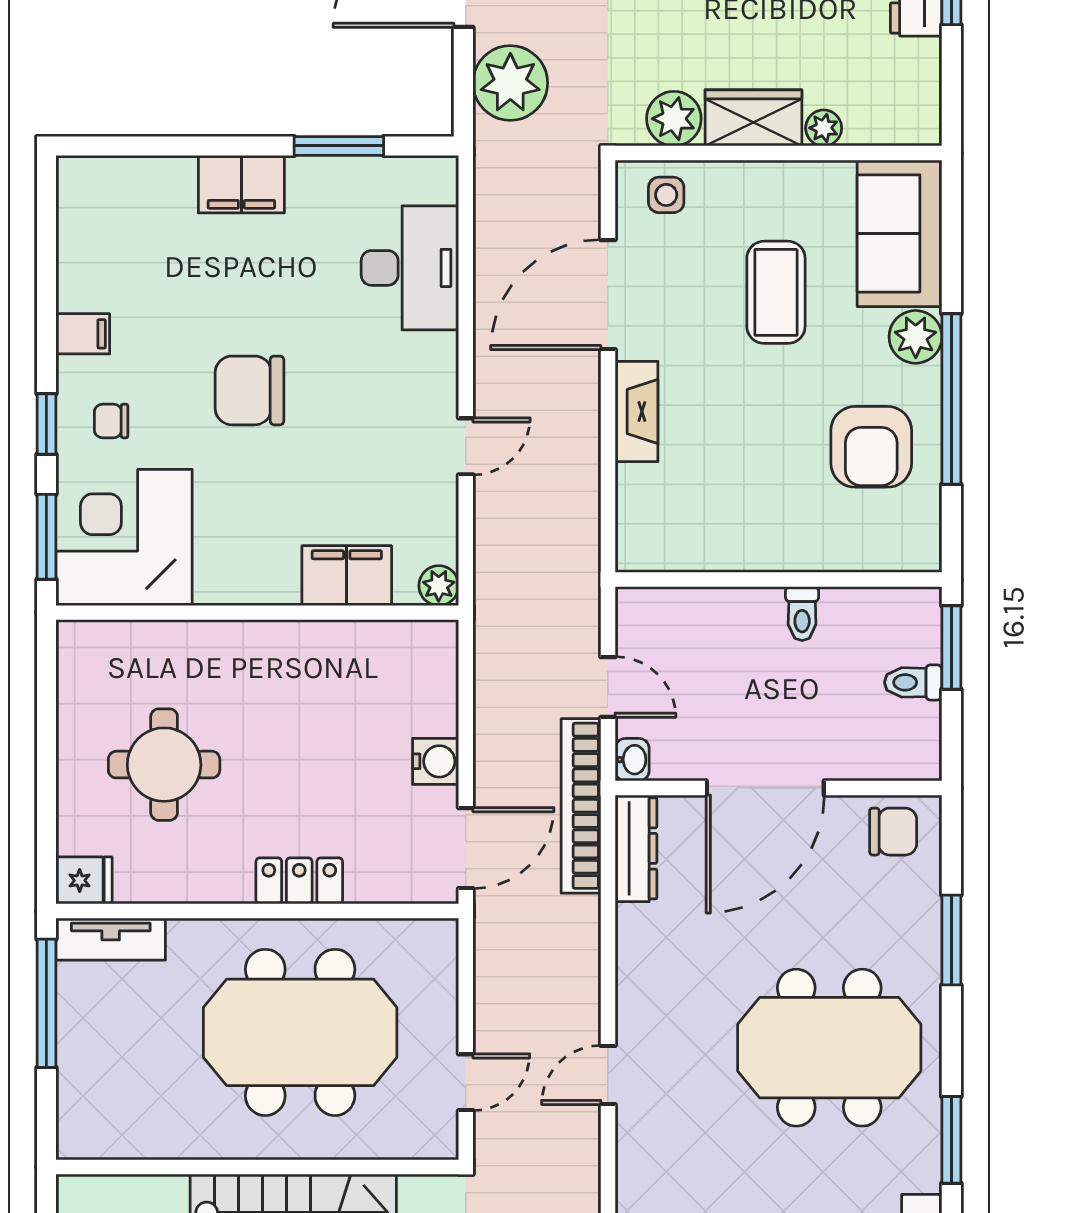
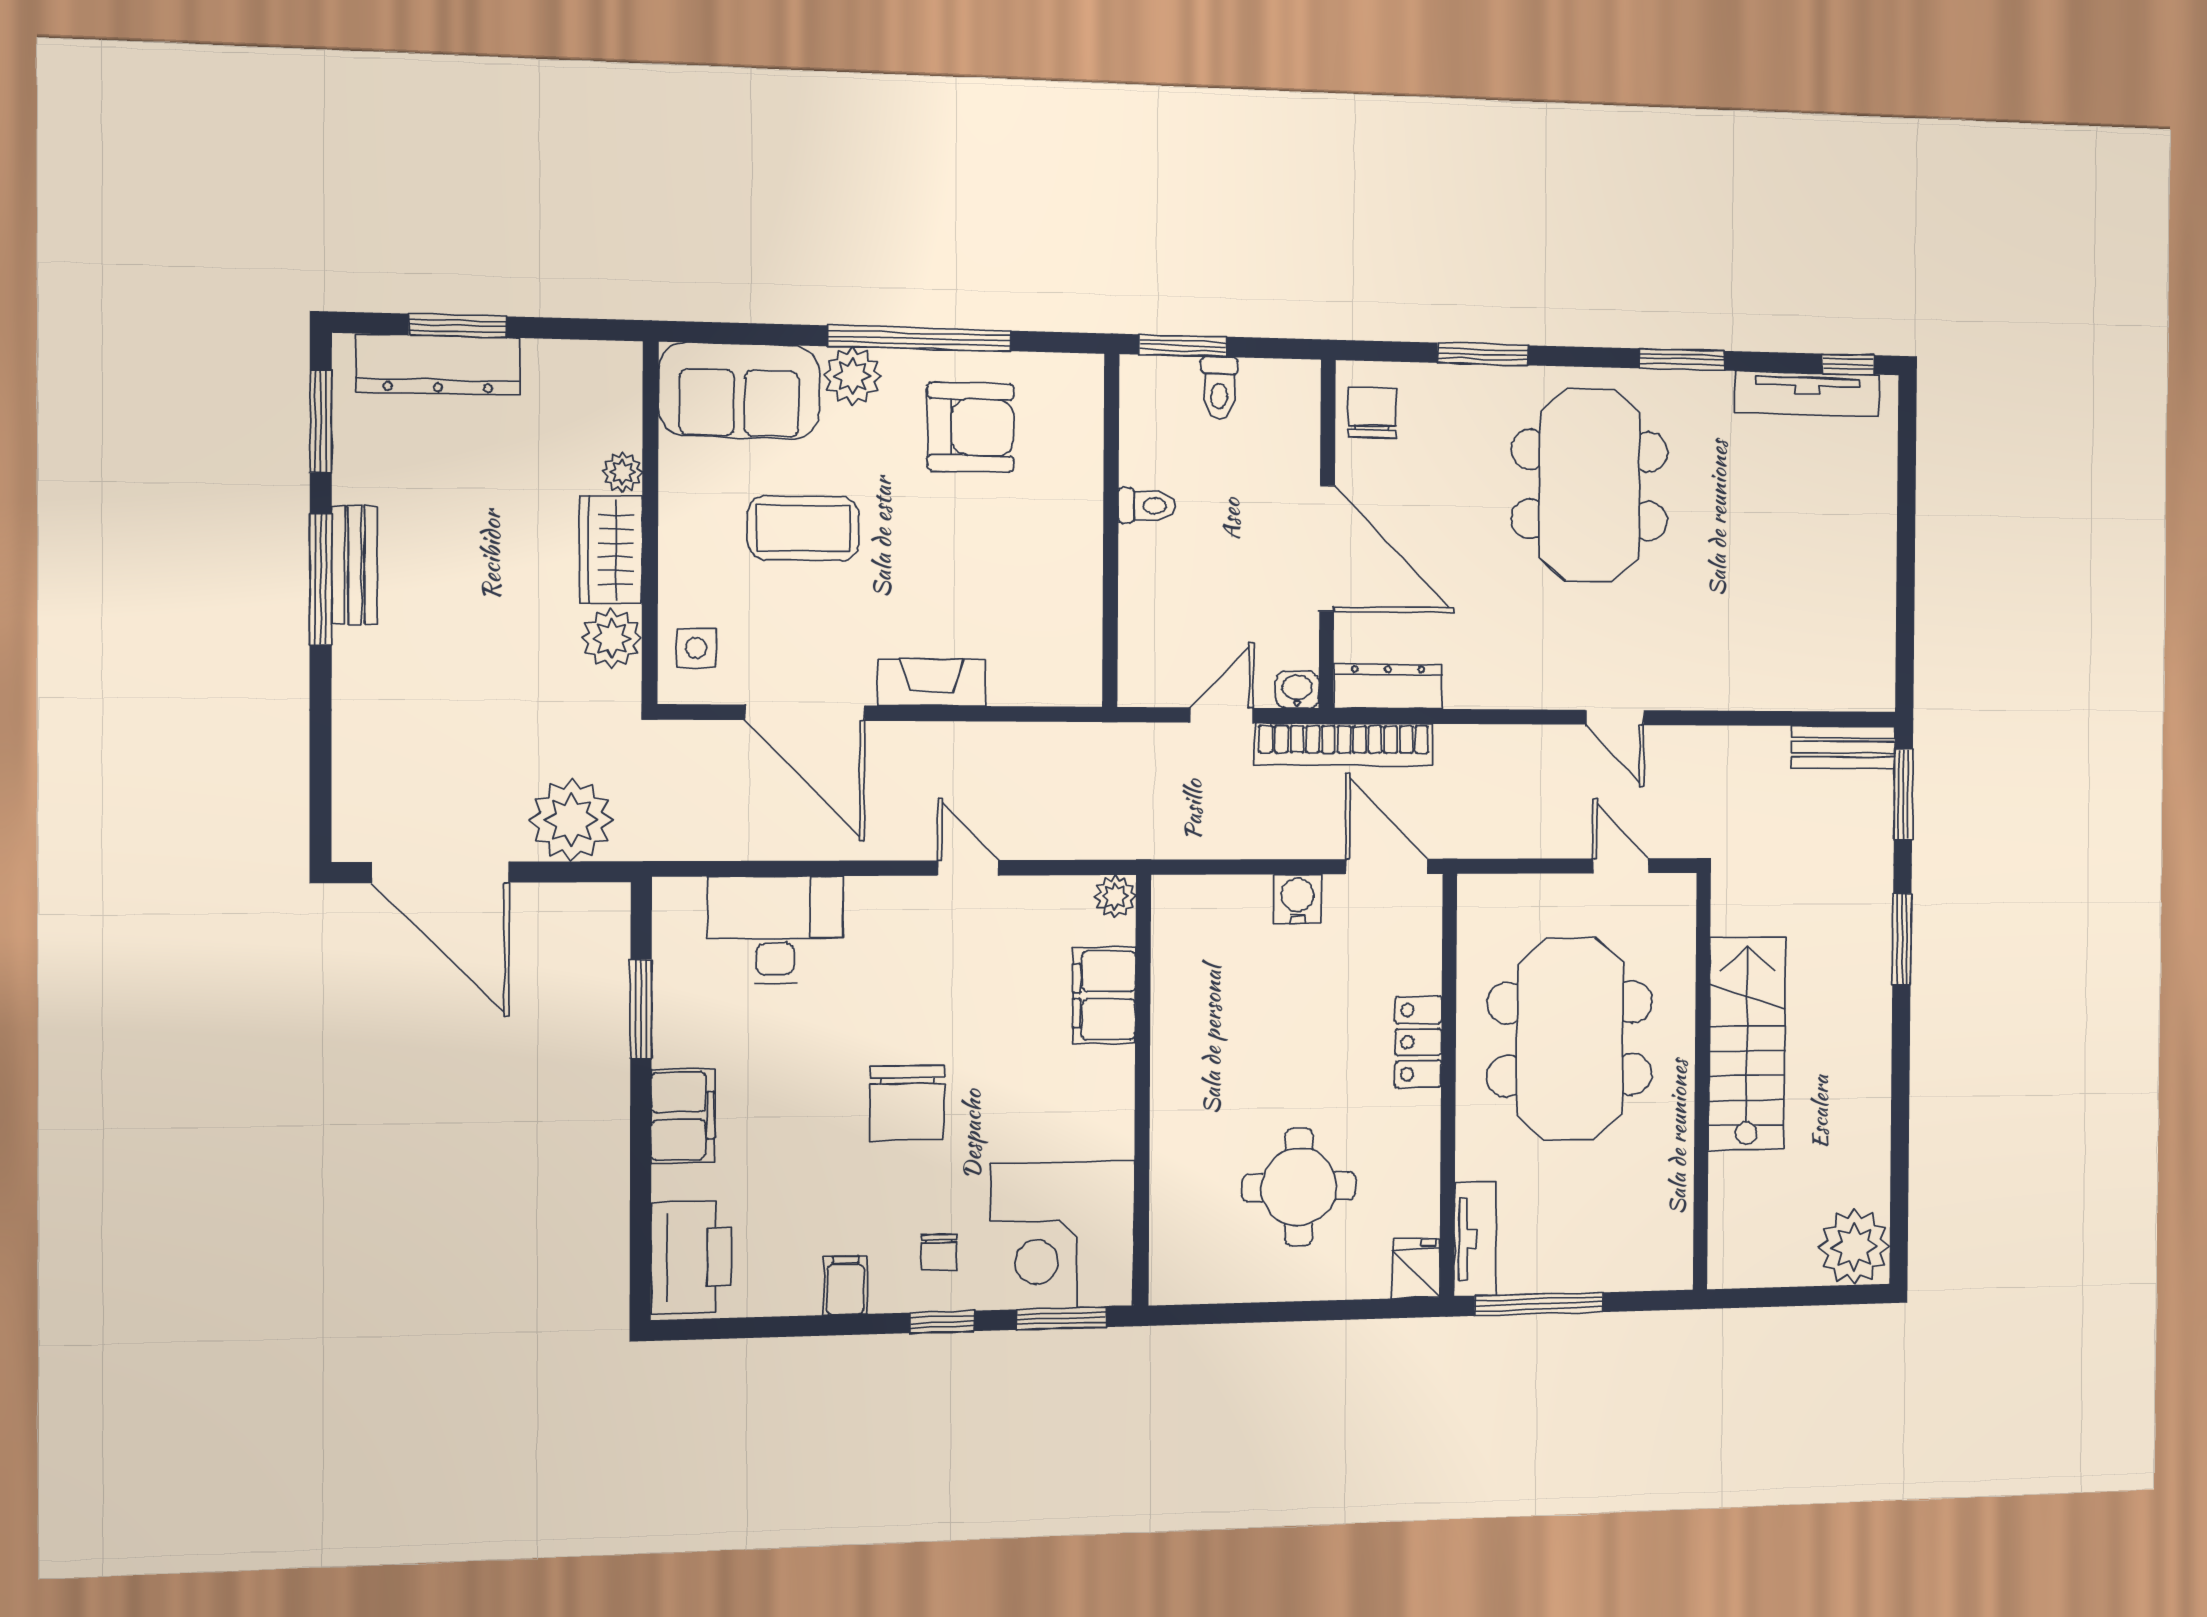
printer: (112, 192) -> (691, 1257), added

